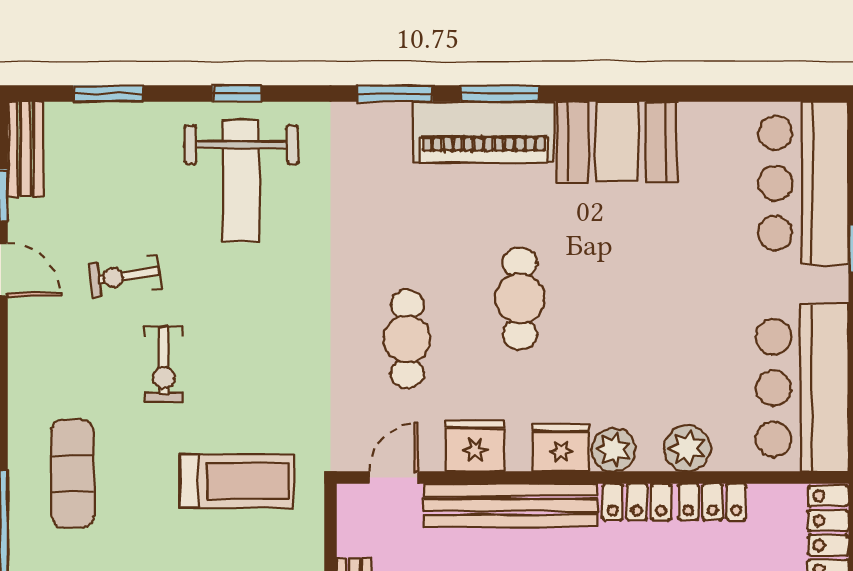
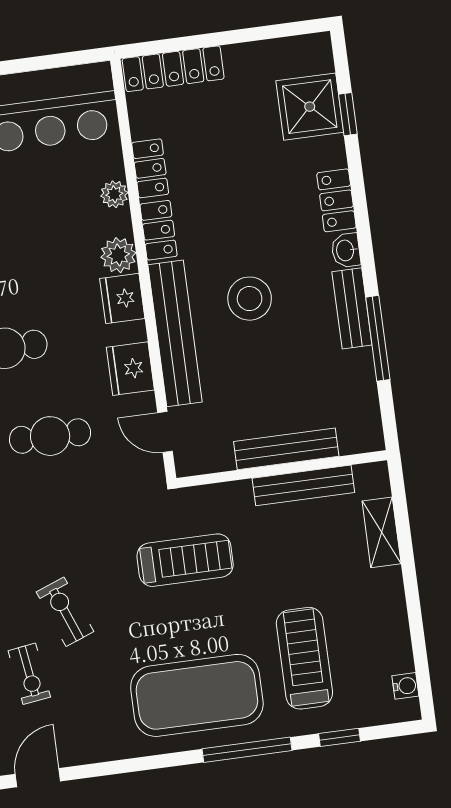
exercise bike: (164, 364) -> (65, 612), moved, turned -111
plant: (687, 448) -> (114, 194), width x0.73, depth x0.73
exercise mat: (73, 474) -> (197, 695), width x2.00, depth x1.45
treadmill: (237, 481) -> (185, 560), turned 90

